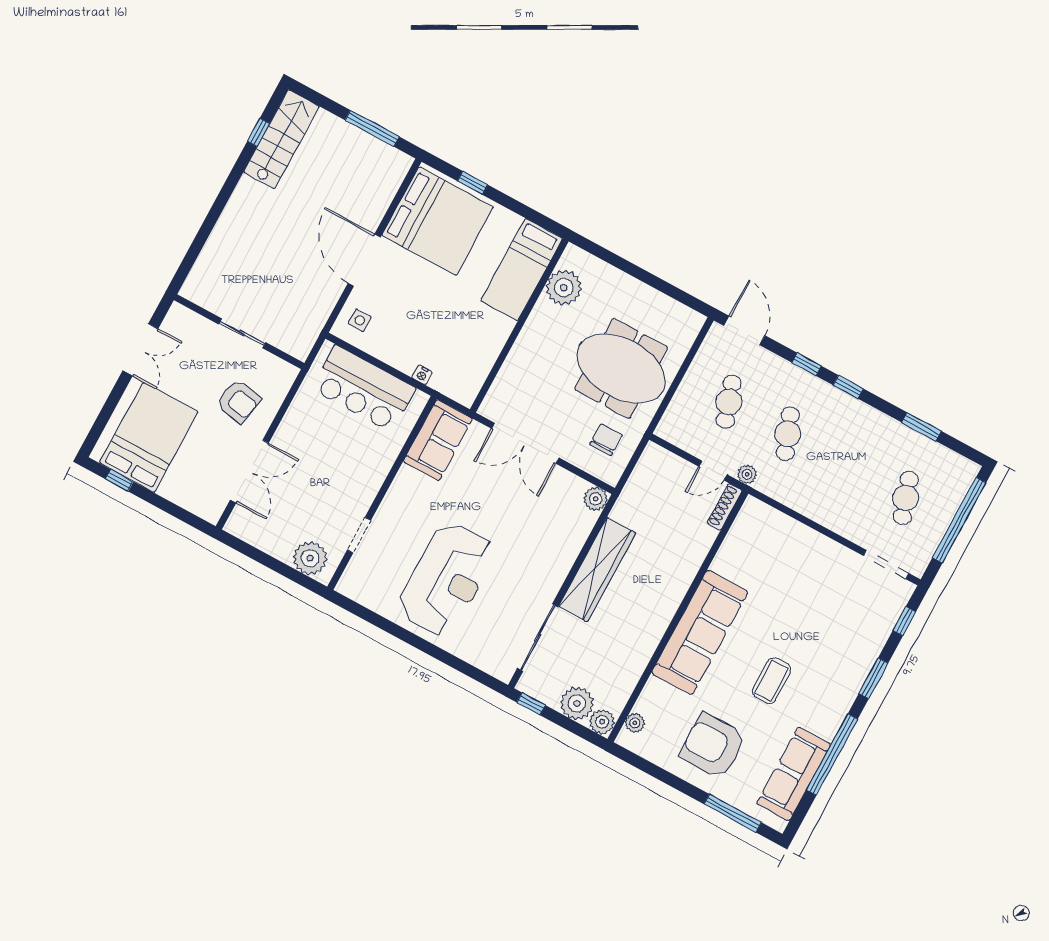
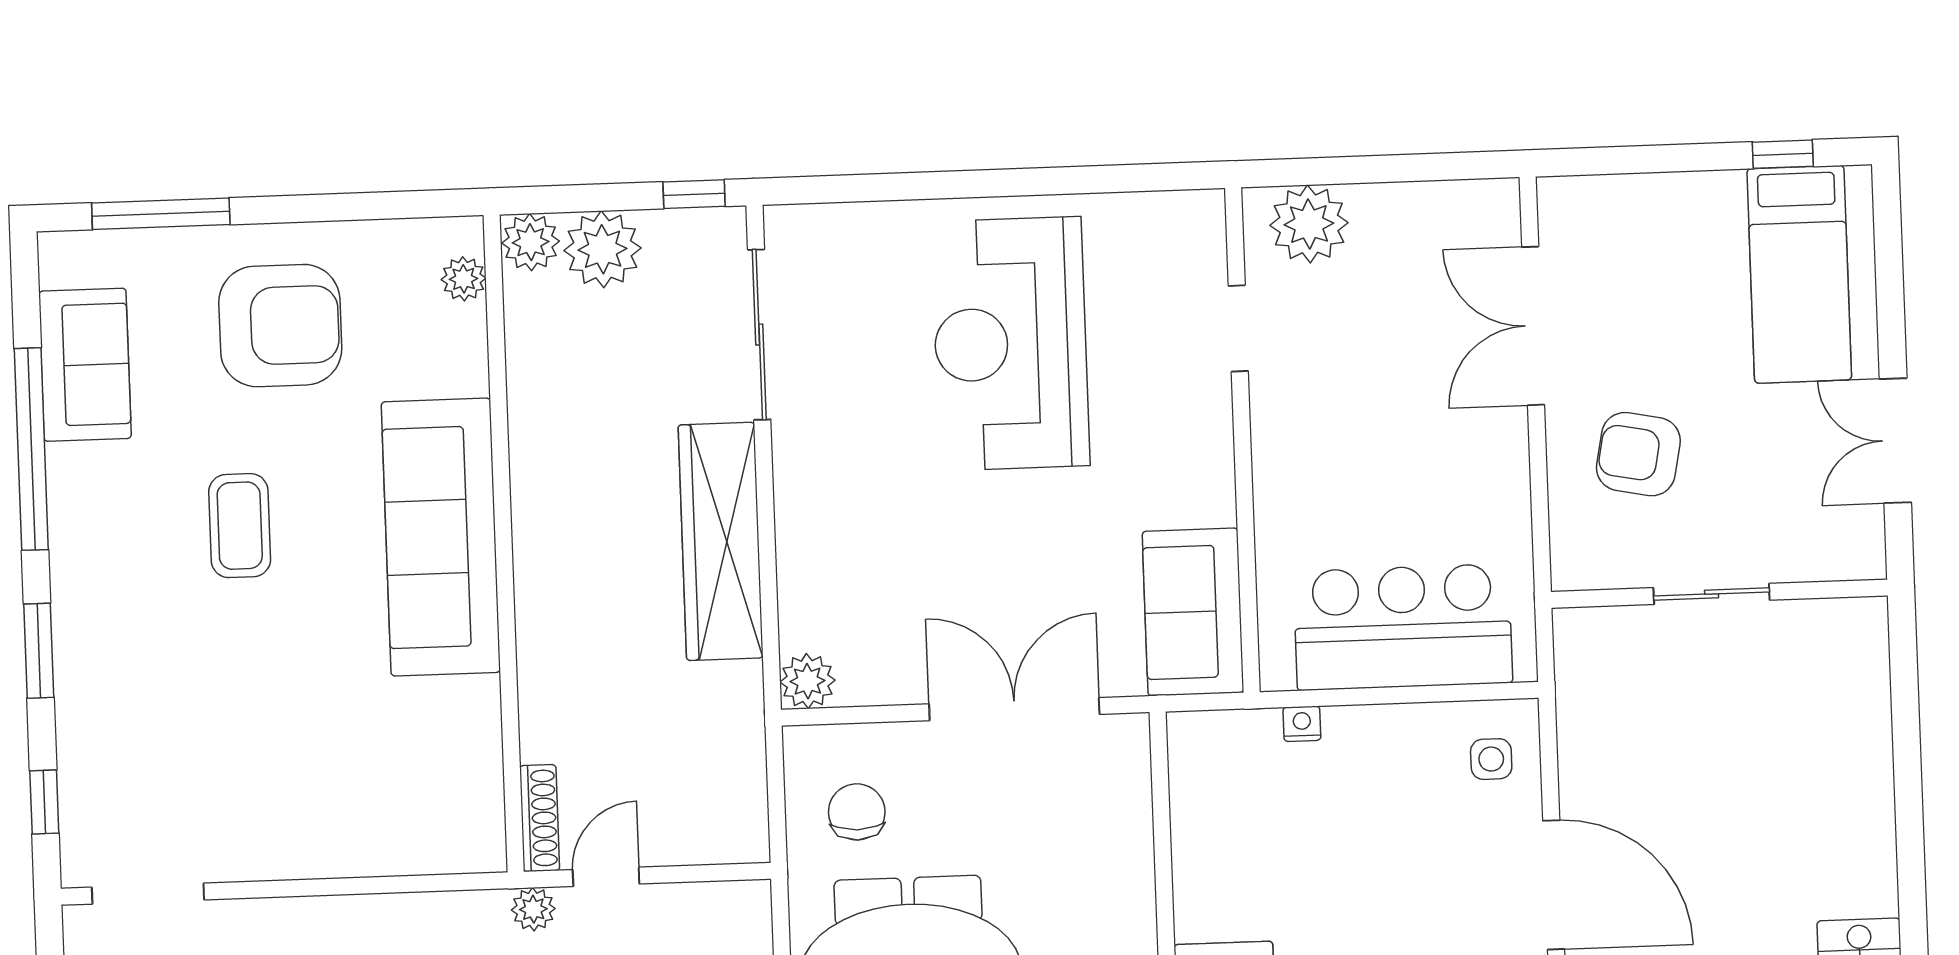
bed: (149, 437) -> (1799, 274), width x0.67
chair: (606, 440) -> (857, 812), turned 180
sofa: (794, 774) -> (85, 365), width x0.73

